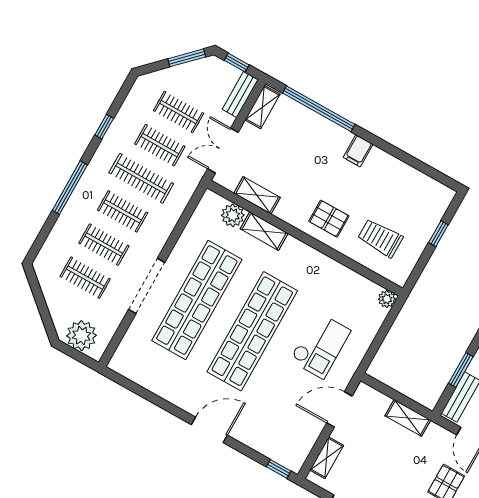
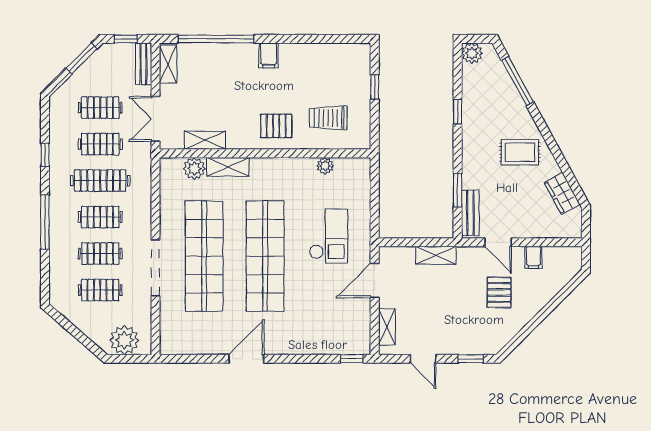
plant: (387, 299) -> (325, 166), moved
door: (209, 430) -> (246, 359), moved

